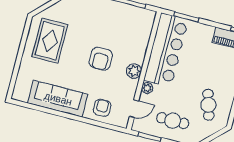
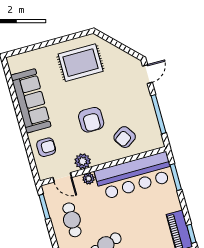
armchair: (130, 40) -> (125, 137), added
armchair: (101, 59) -> (91, 120), turned -90
plant: (134, 71) -> (83, 161), moved

